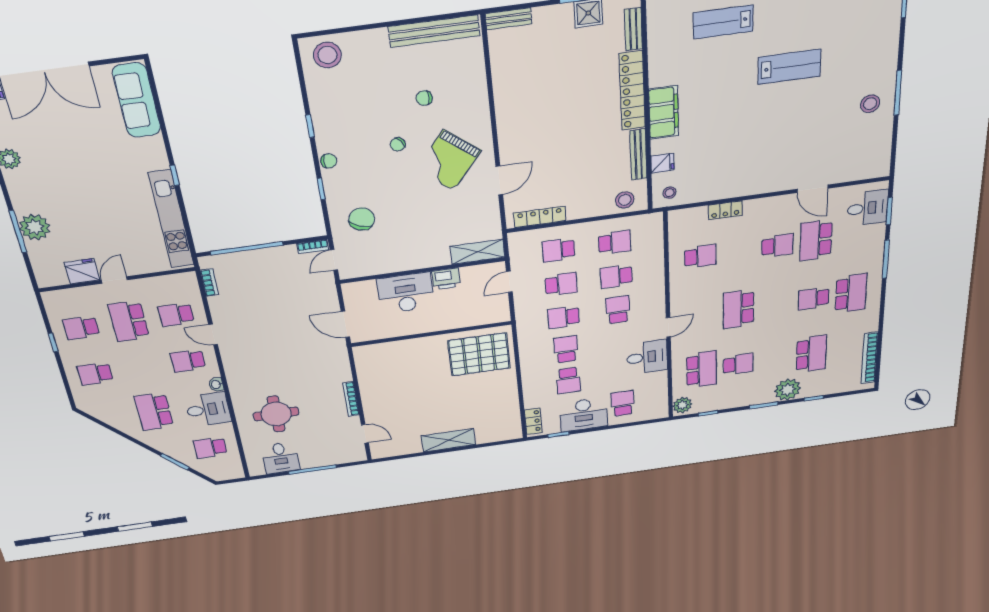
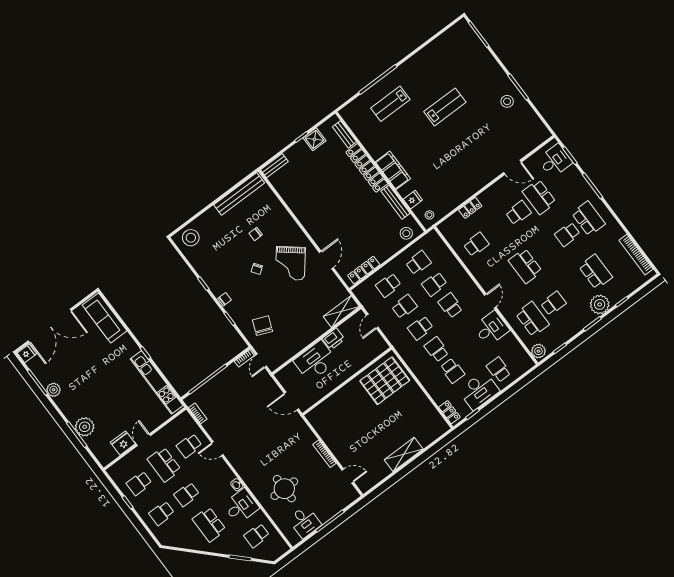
school desk: (188, 361) -> (187, 494), moved

